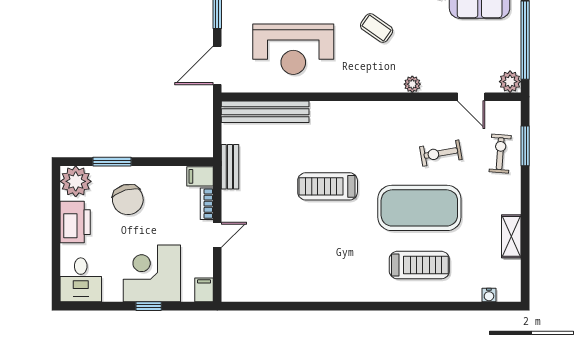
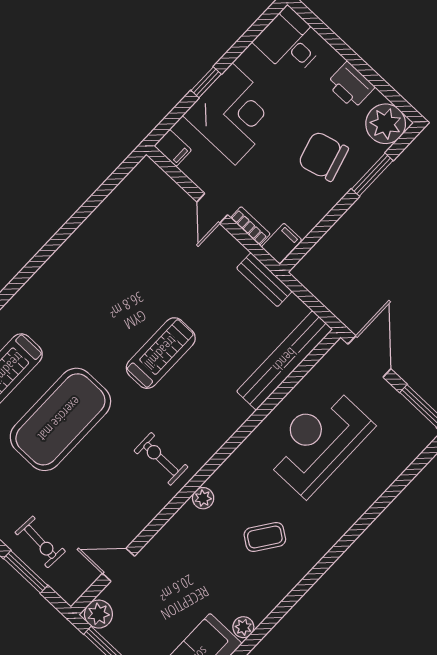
plant: (412, 84) -> (203, 498), moved
exercise bike: (441, 153) -> (161, 459), moved, turned -80
printer: (75, 222) -> (350, 85), width x0.73, depth x0.84

